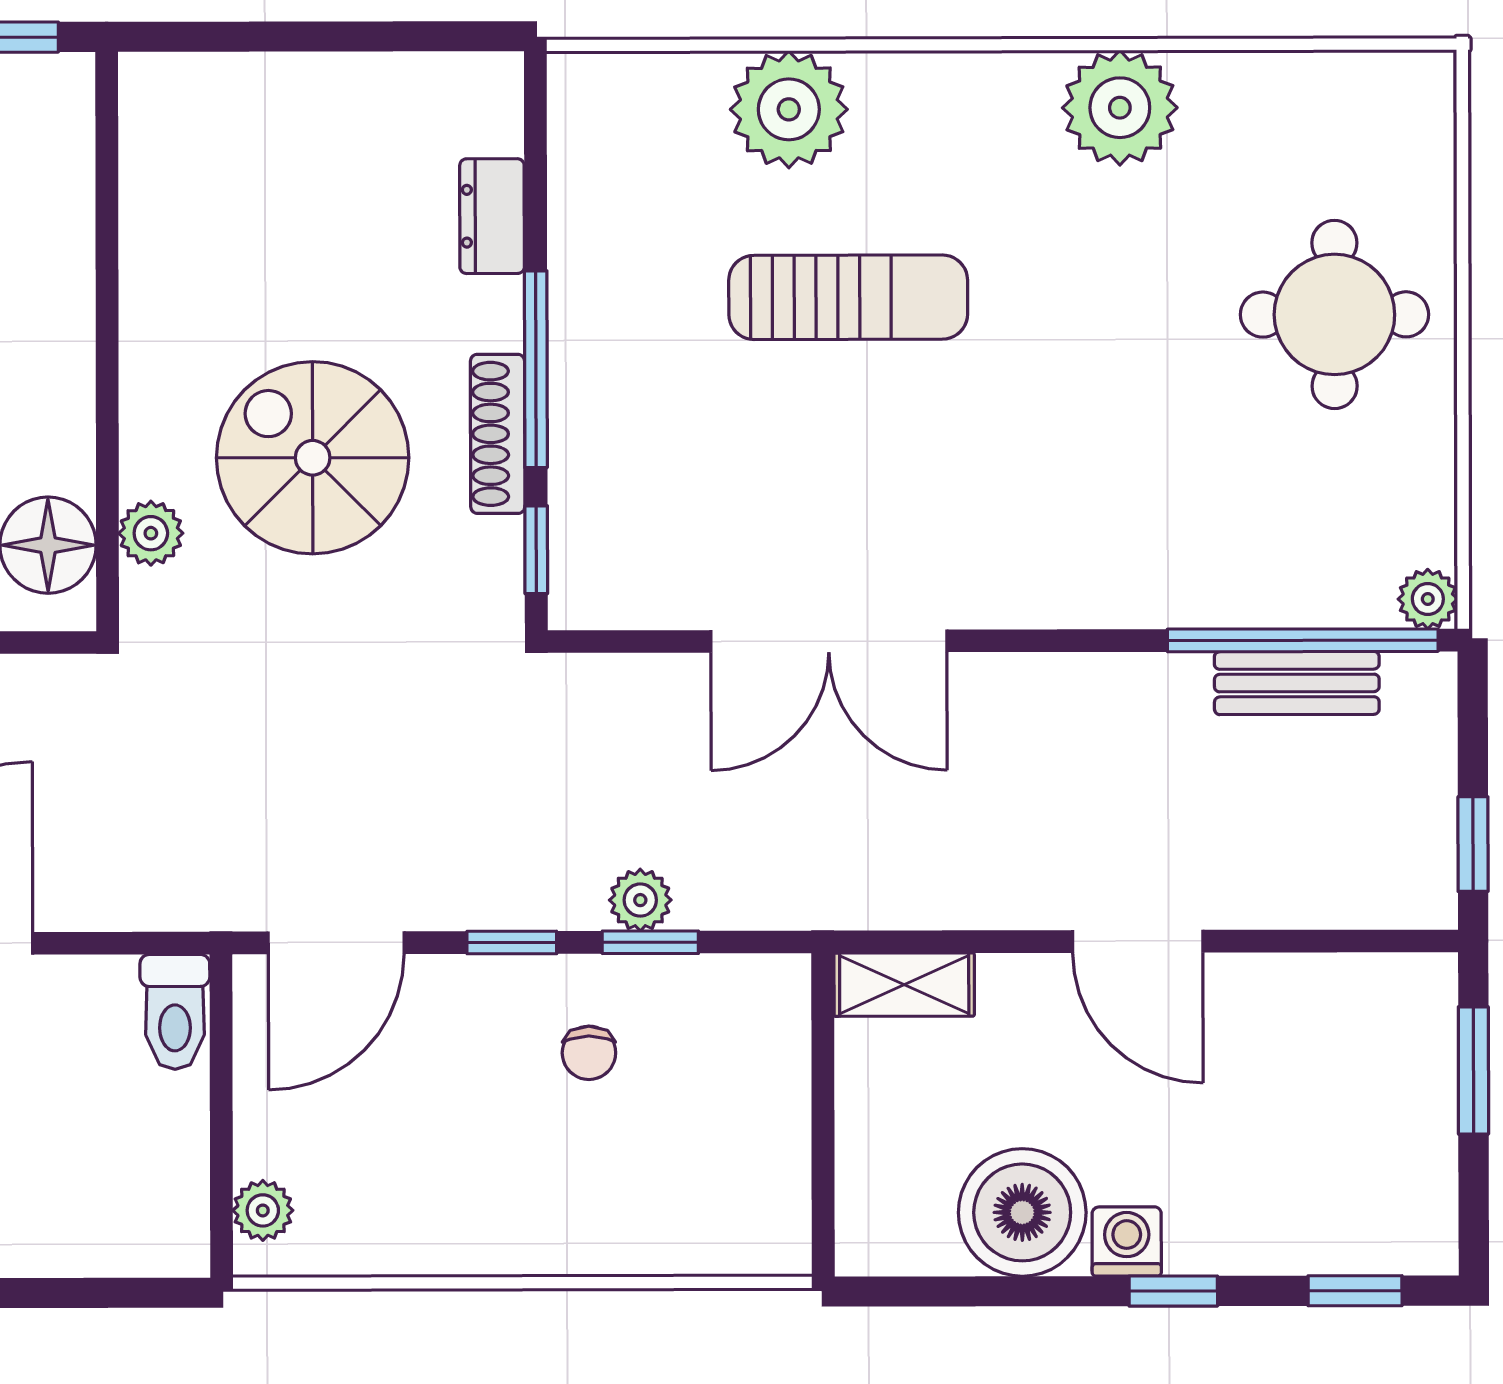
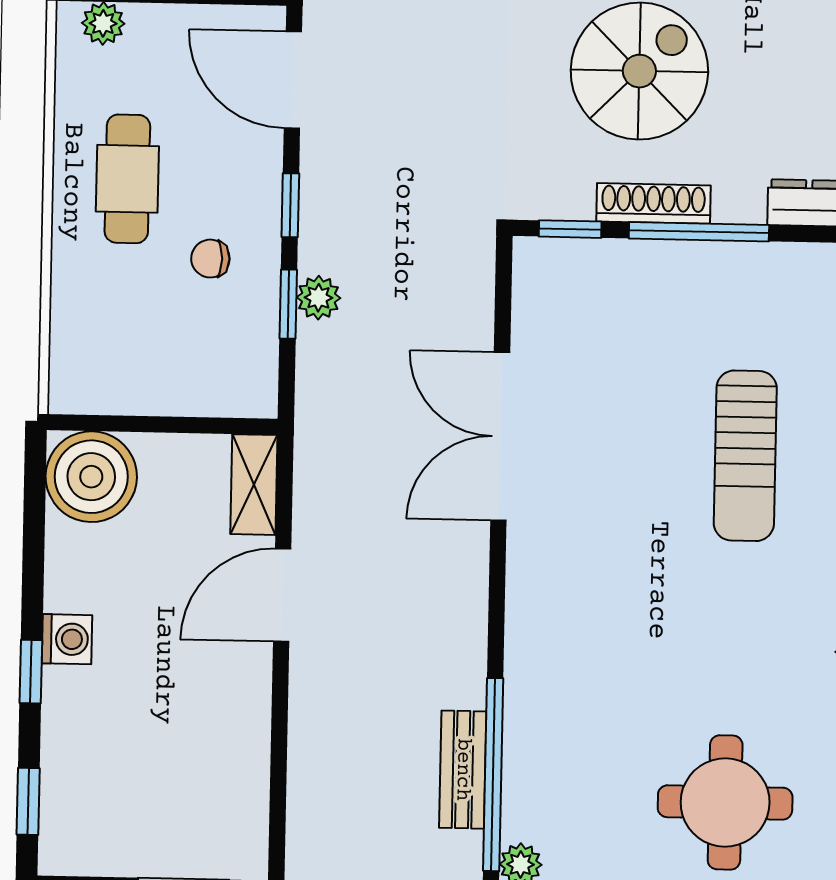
door: (1138, 941) -> (282, 595), moved
cafe table: (480, 1172) -> (127, 179), added
boiler: (1022, 1212) -> (91, 477), moved

